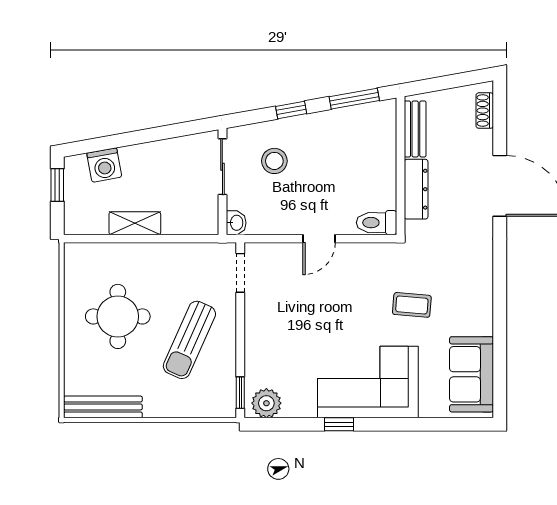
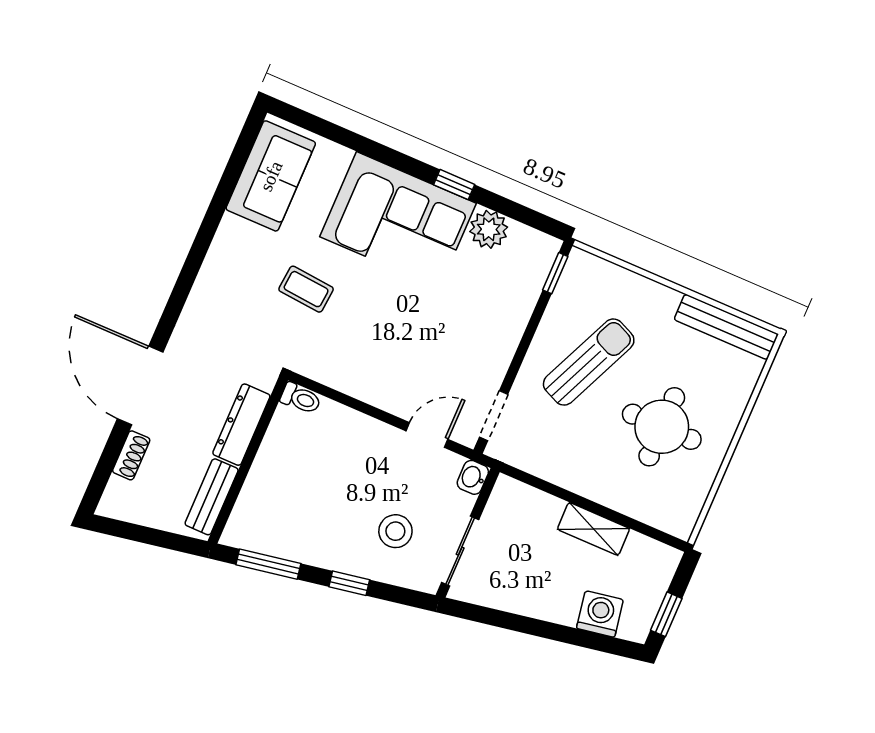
shoe rack: (485, 111) -> (131, 455), moved
toilet: (377, 223) -> (301, 398), width x0.73, depth x0.72
door: (319, 239) -> (427, 435), moved
plant: (266, 403) -> (489, 229), moved

